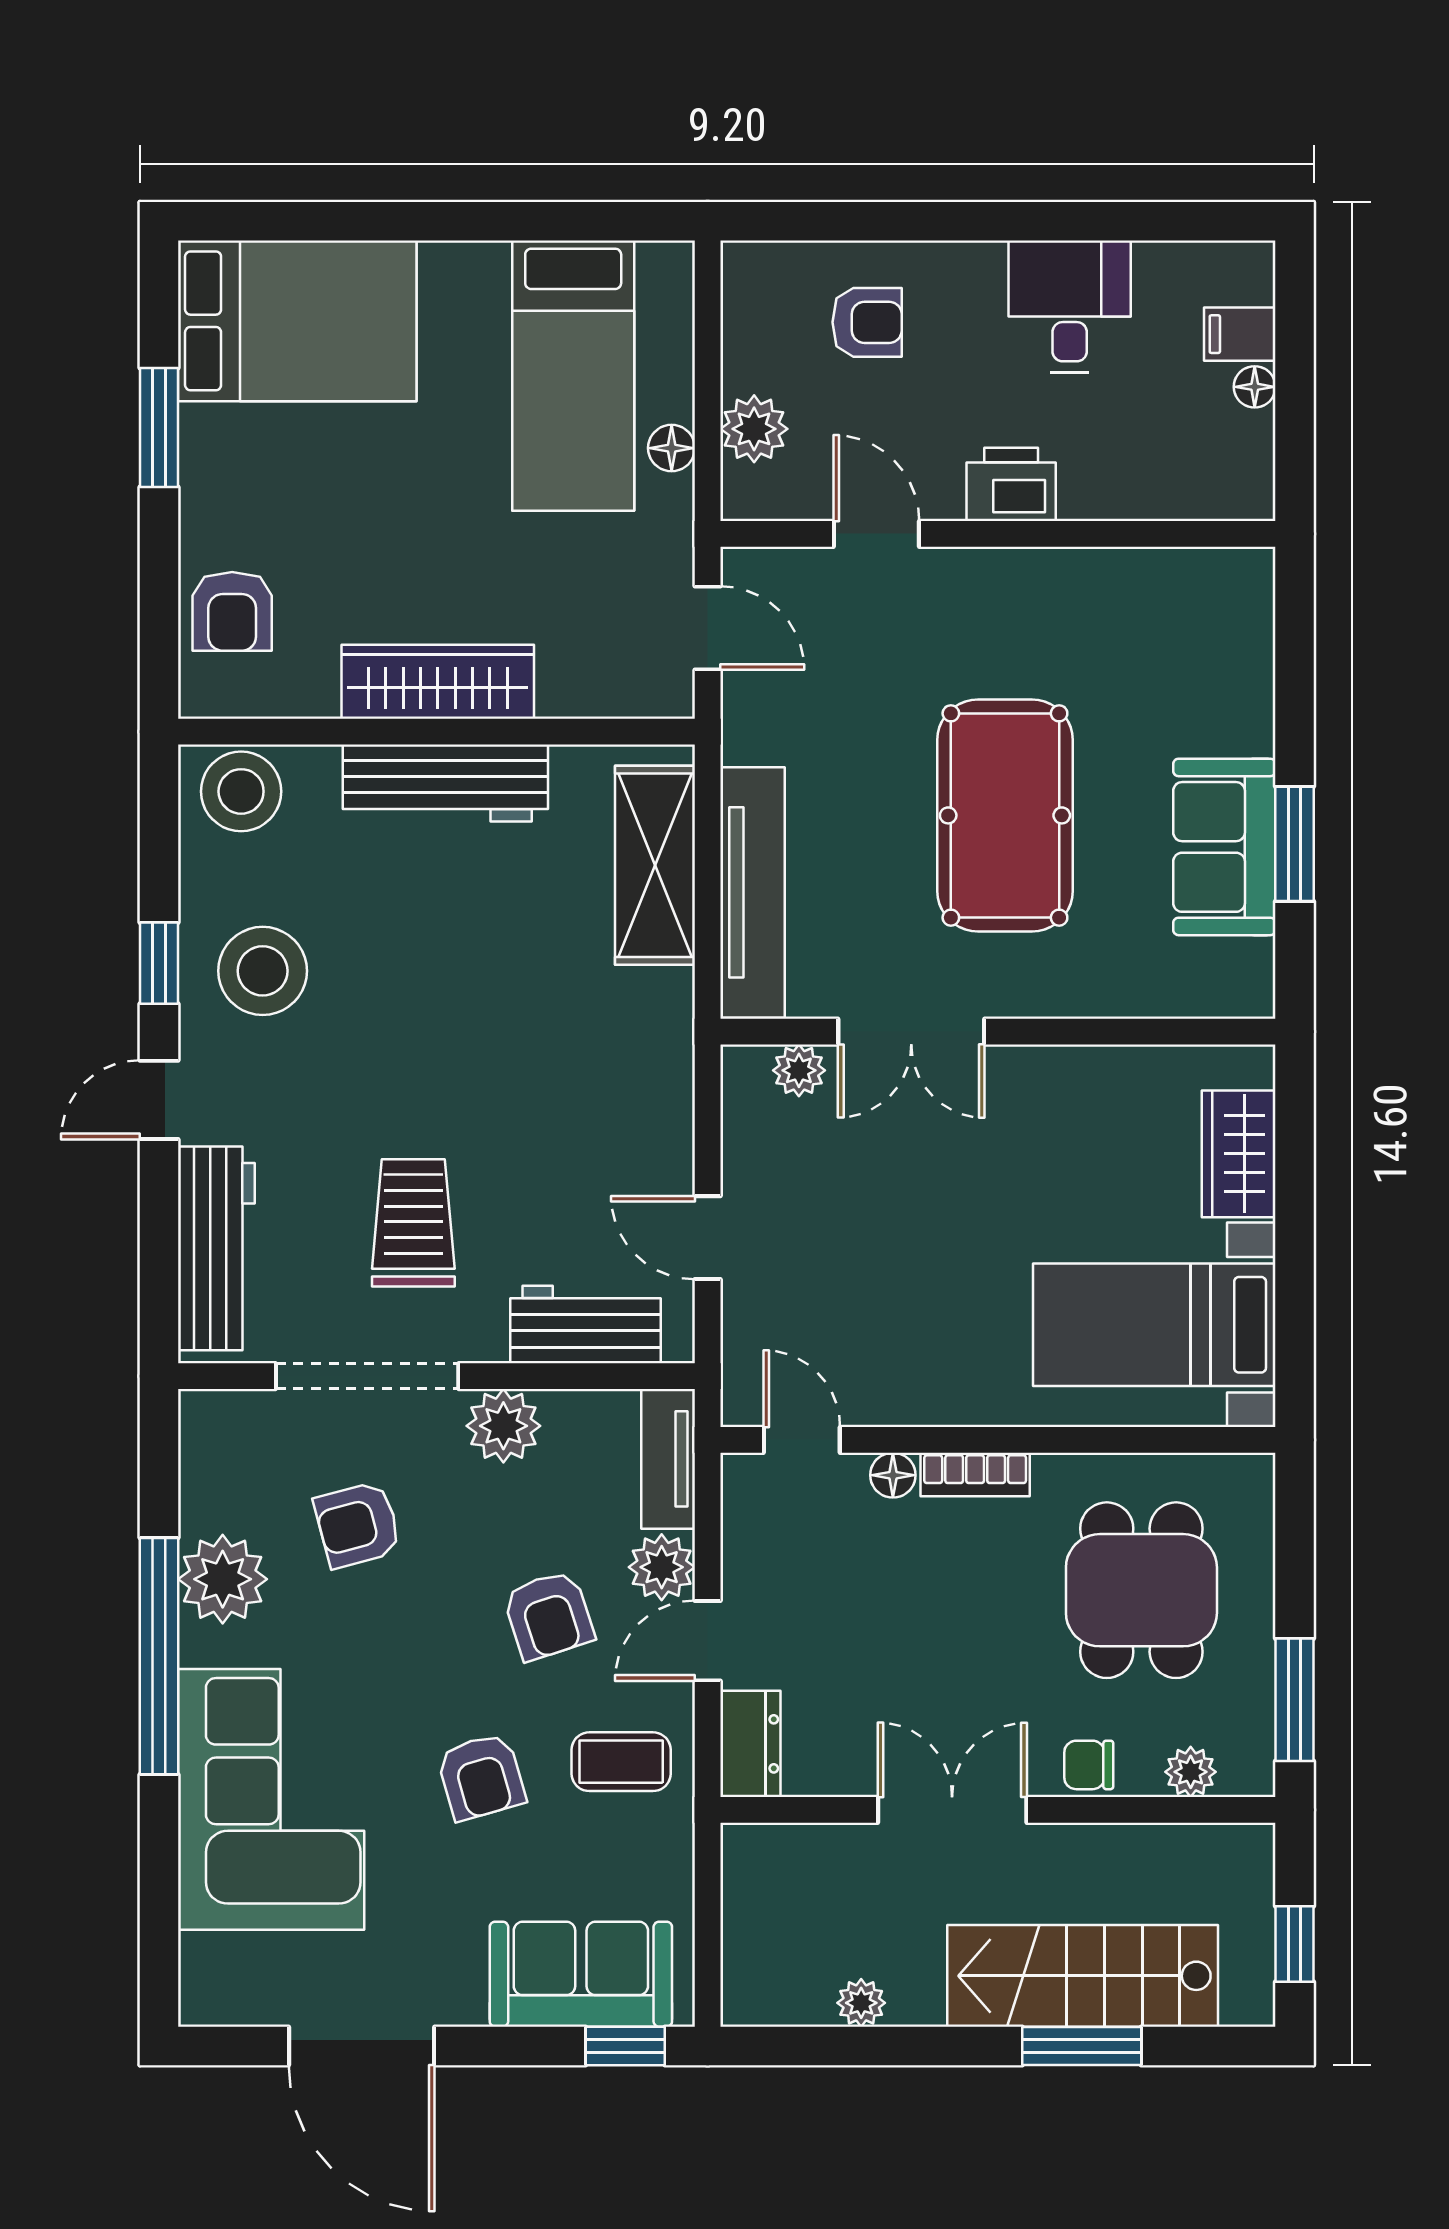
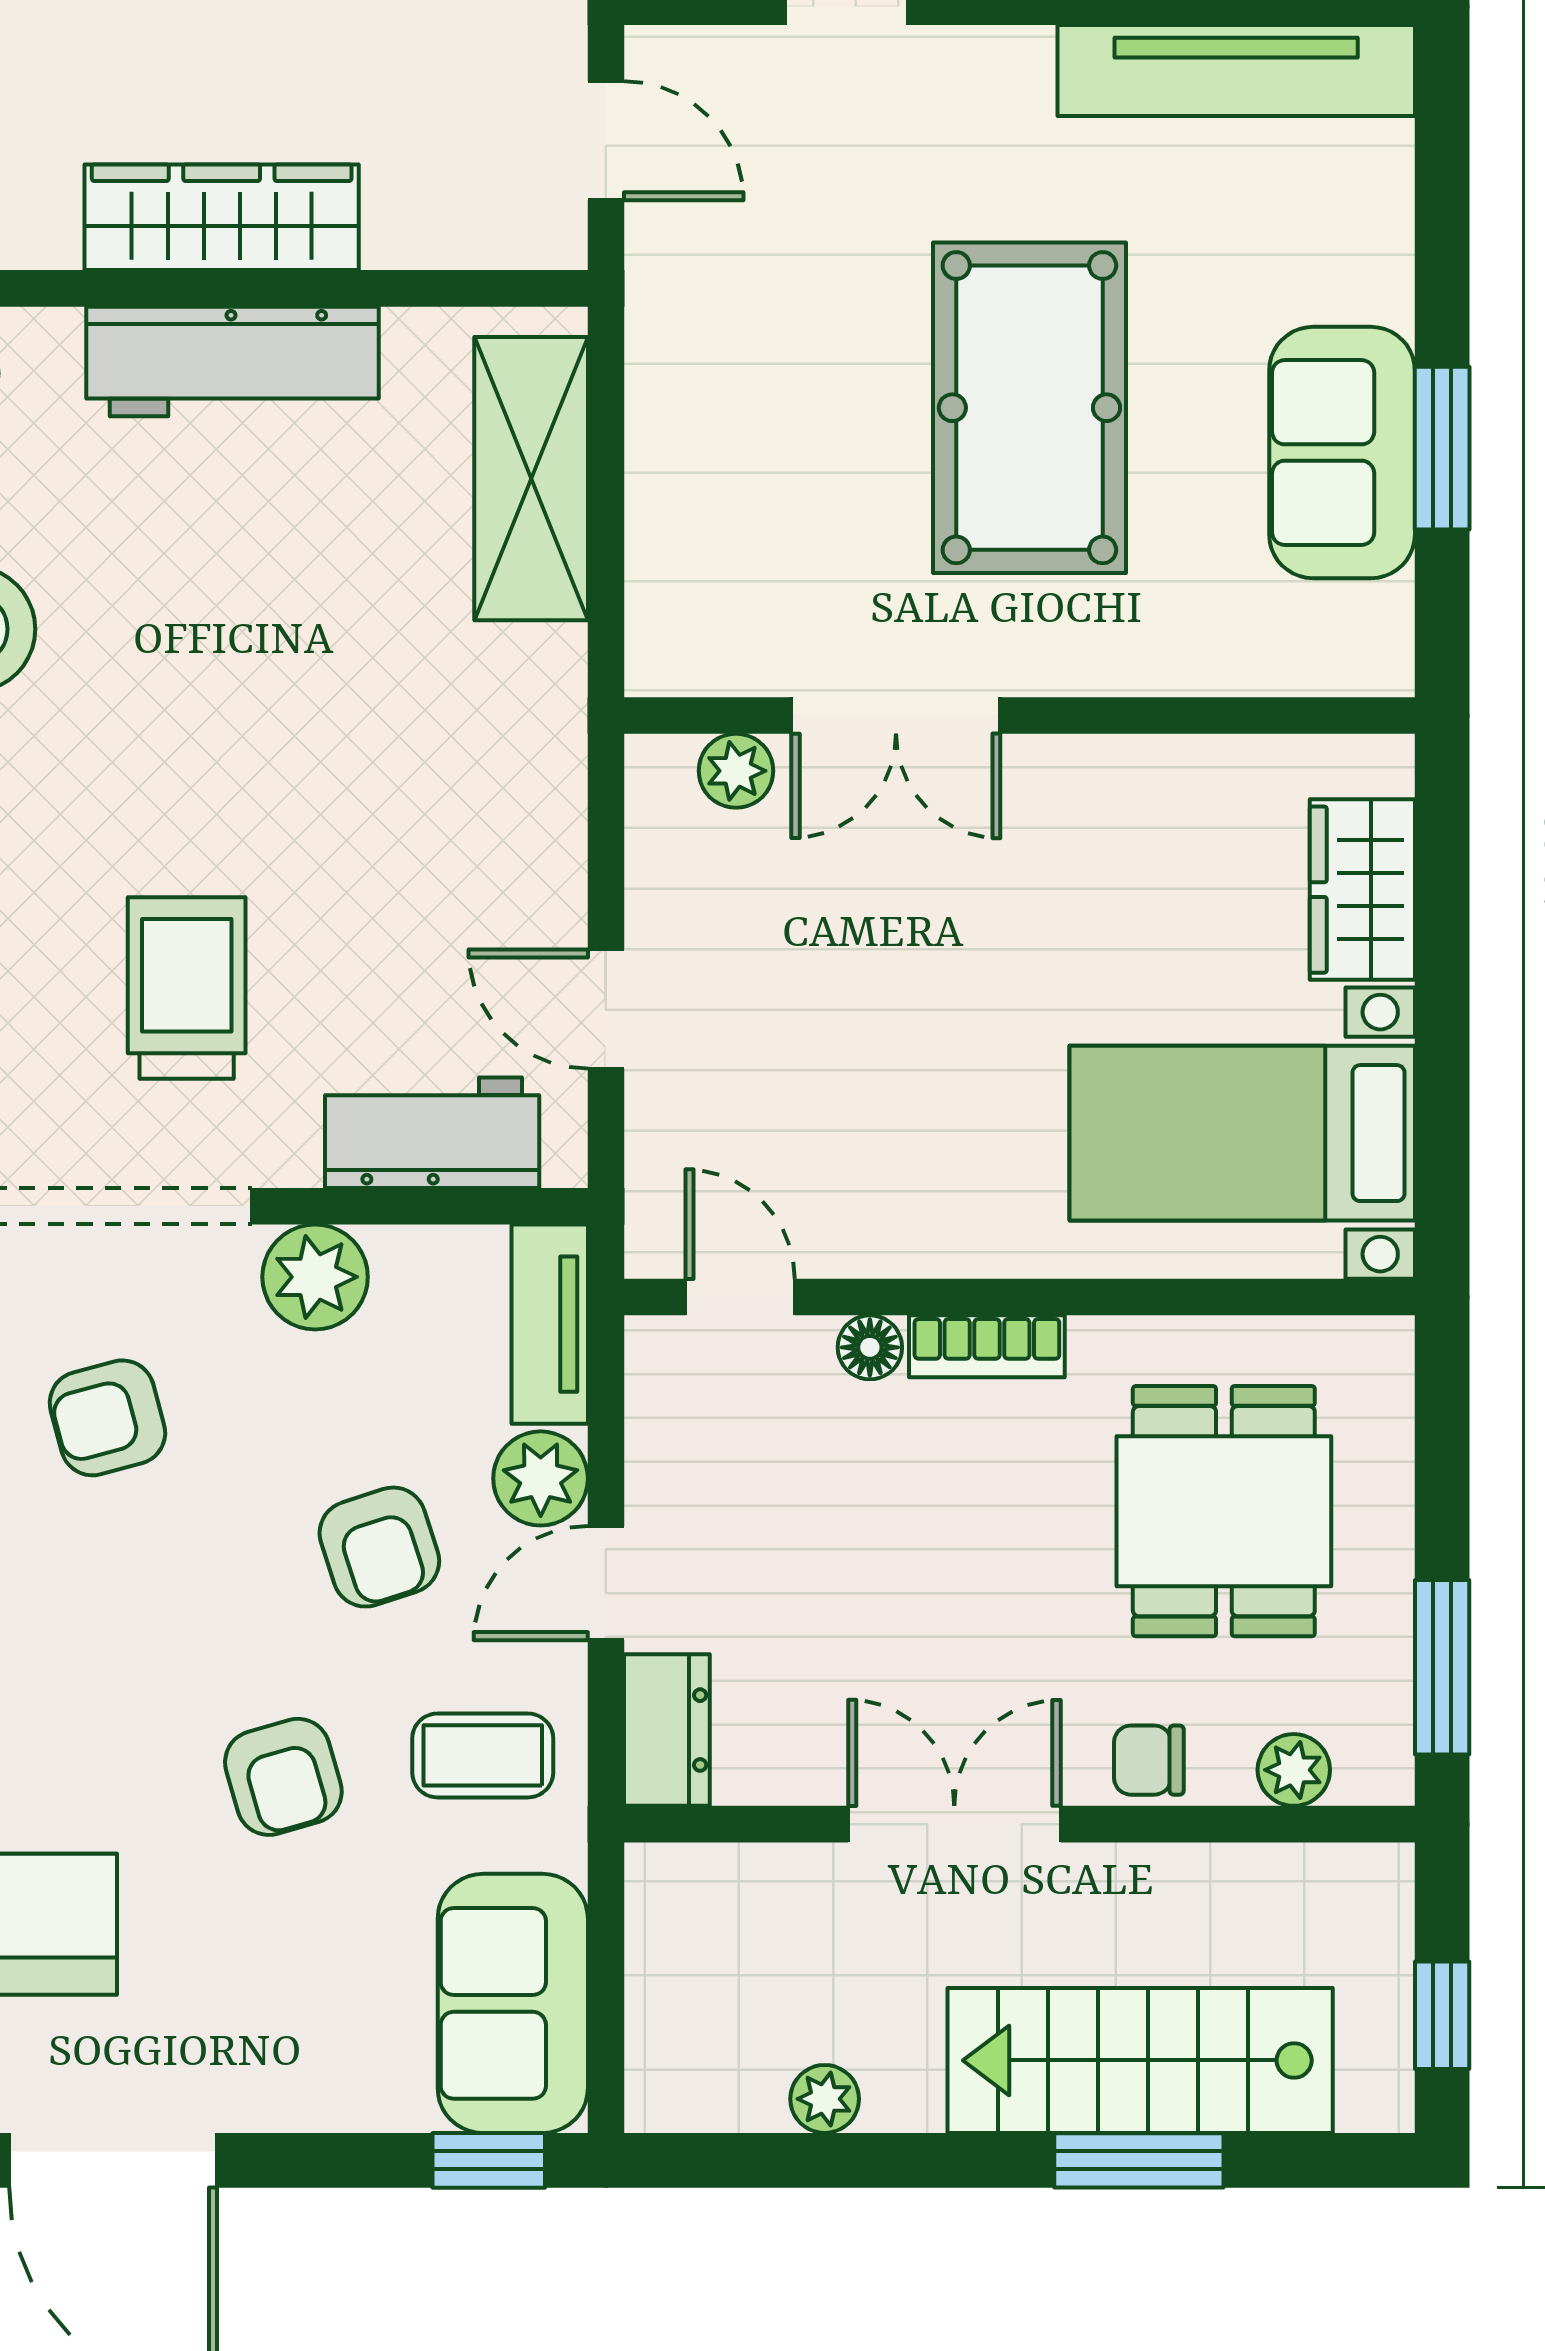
tv unit: (752, 892) -> (1236, 71), moved, turned 90
sofa: (581, 1974) -> (513, 2003), moved, turned -90

